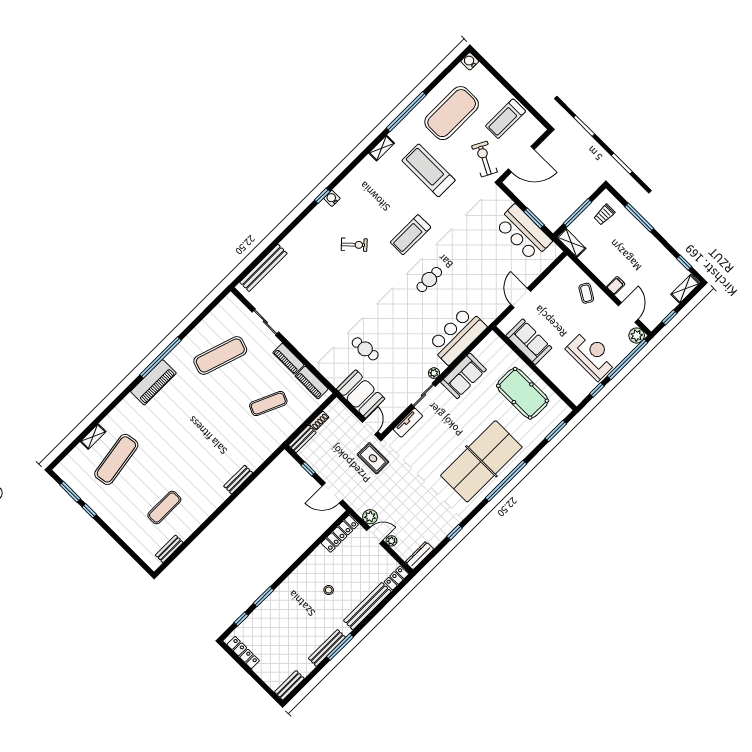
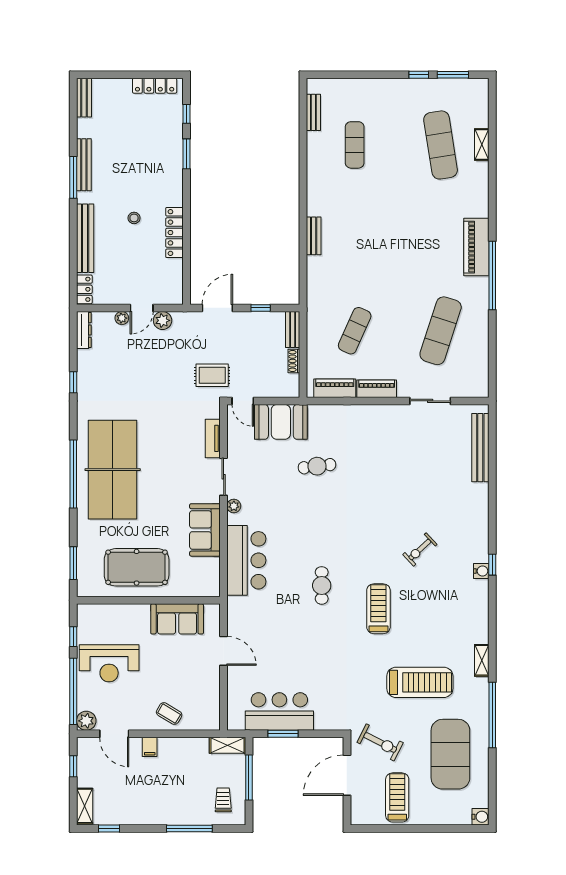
locker: (340, 534) -> (174, 233), moved

